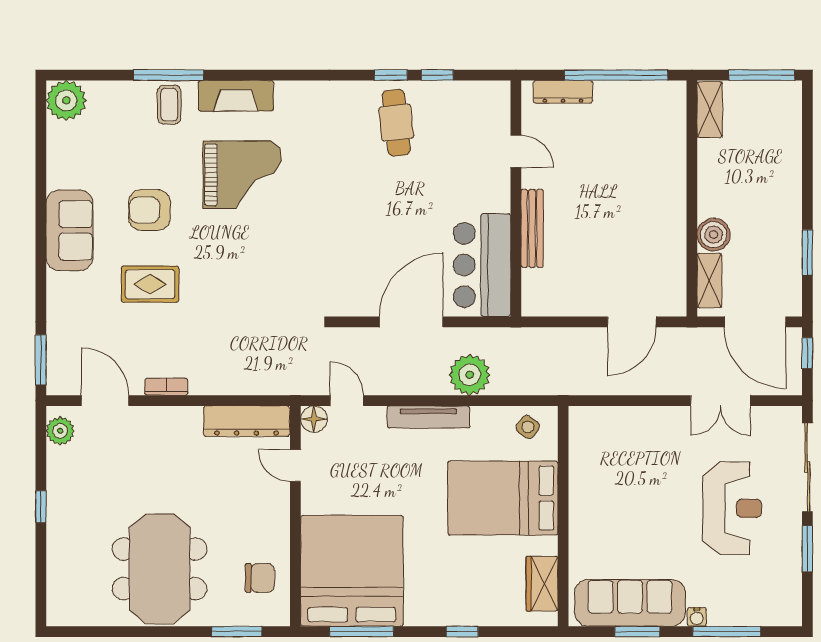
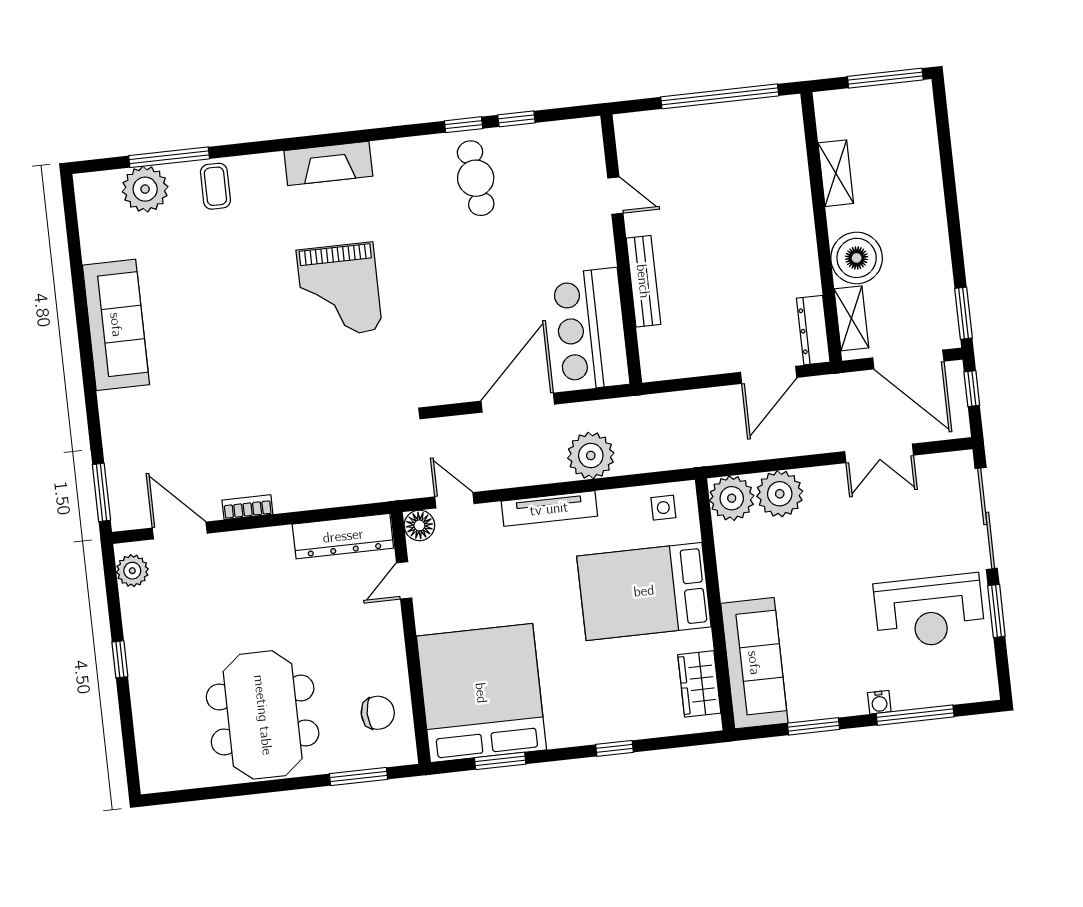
window: (169, 75) -> (169, 157), moved
dresser: (563, 92) -> (813, 330), moved, turned 90
fireplace: (236, 96) -> (328, 163), moved
plant: (66, 100) -> (145, 189), moved
shelving: (710, 110) -> (836, 173), moved
grand piano: (242, 175) -> (339, 290), moved, turned 90
armchair: (149, 210) -> (206, 308), removed
sofa: (69, 230) -> (116, 325), width x1.36
boiler: (714, 235) -> (857, 258), width x1.37, depth x1.37
window: (807, 252) -> (964, 313), moved
rug: (150, 284) -> (216, 393), removed
plant: (588, 425) -> (732, 498), added
plant: (630, 426) -> (780, 494), added
side table: (528, 427) -> (663, 508), turned -36
door: (295, 465) -> (404, 580), hinge flipped
reception desk: (732, 508) -> (929, 611), moved, turned 90
sofa: (630, 603) -> (754, 663), moved, turned 90
window: (362, 632) -> (500, 761), width x0.69

